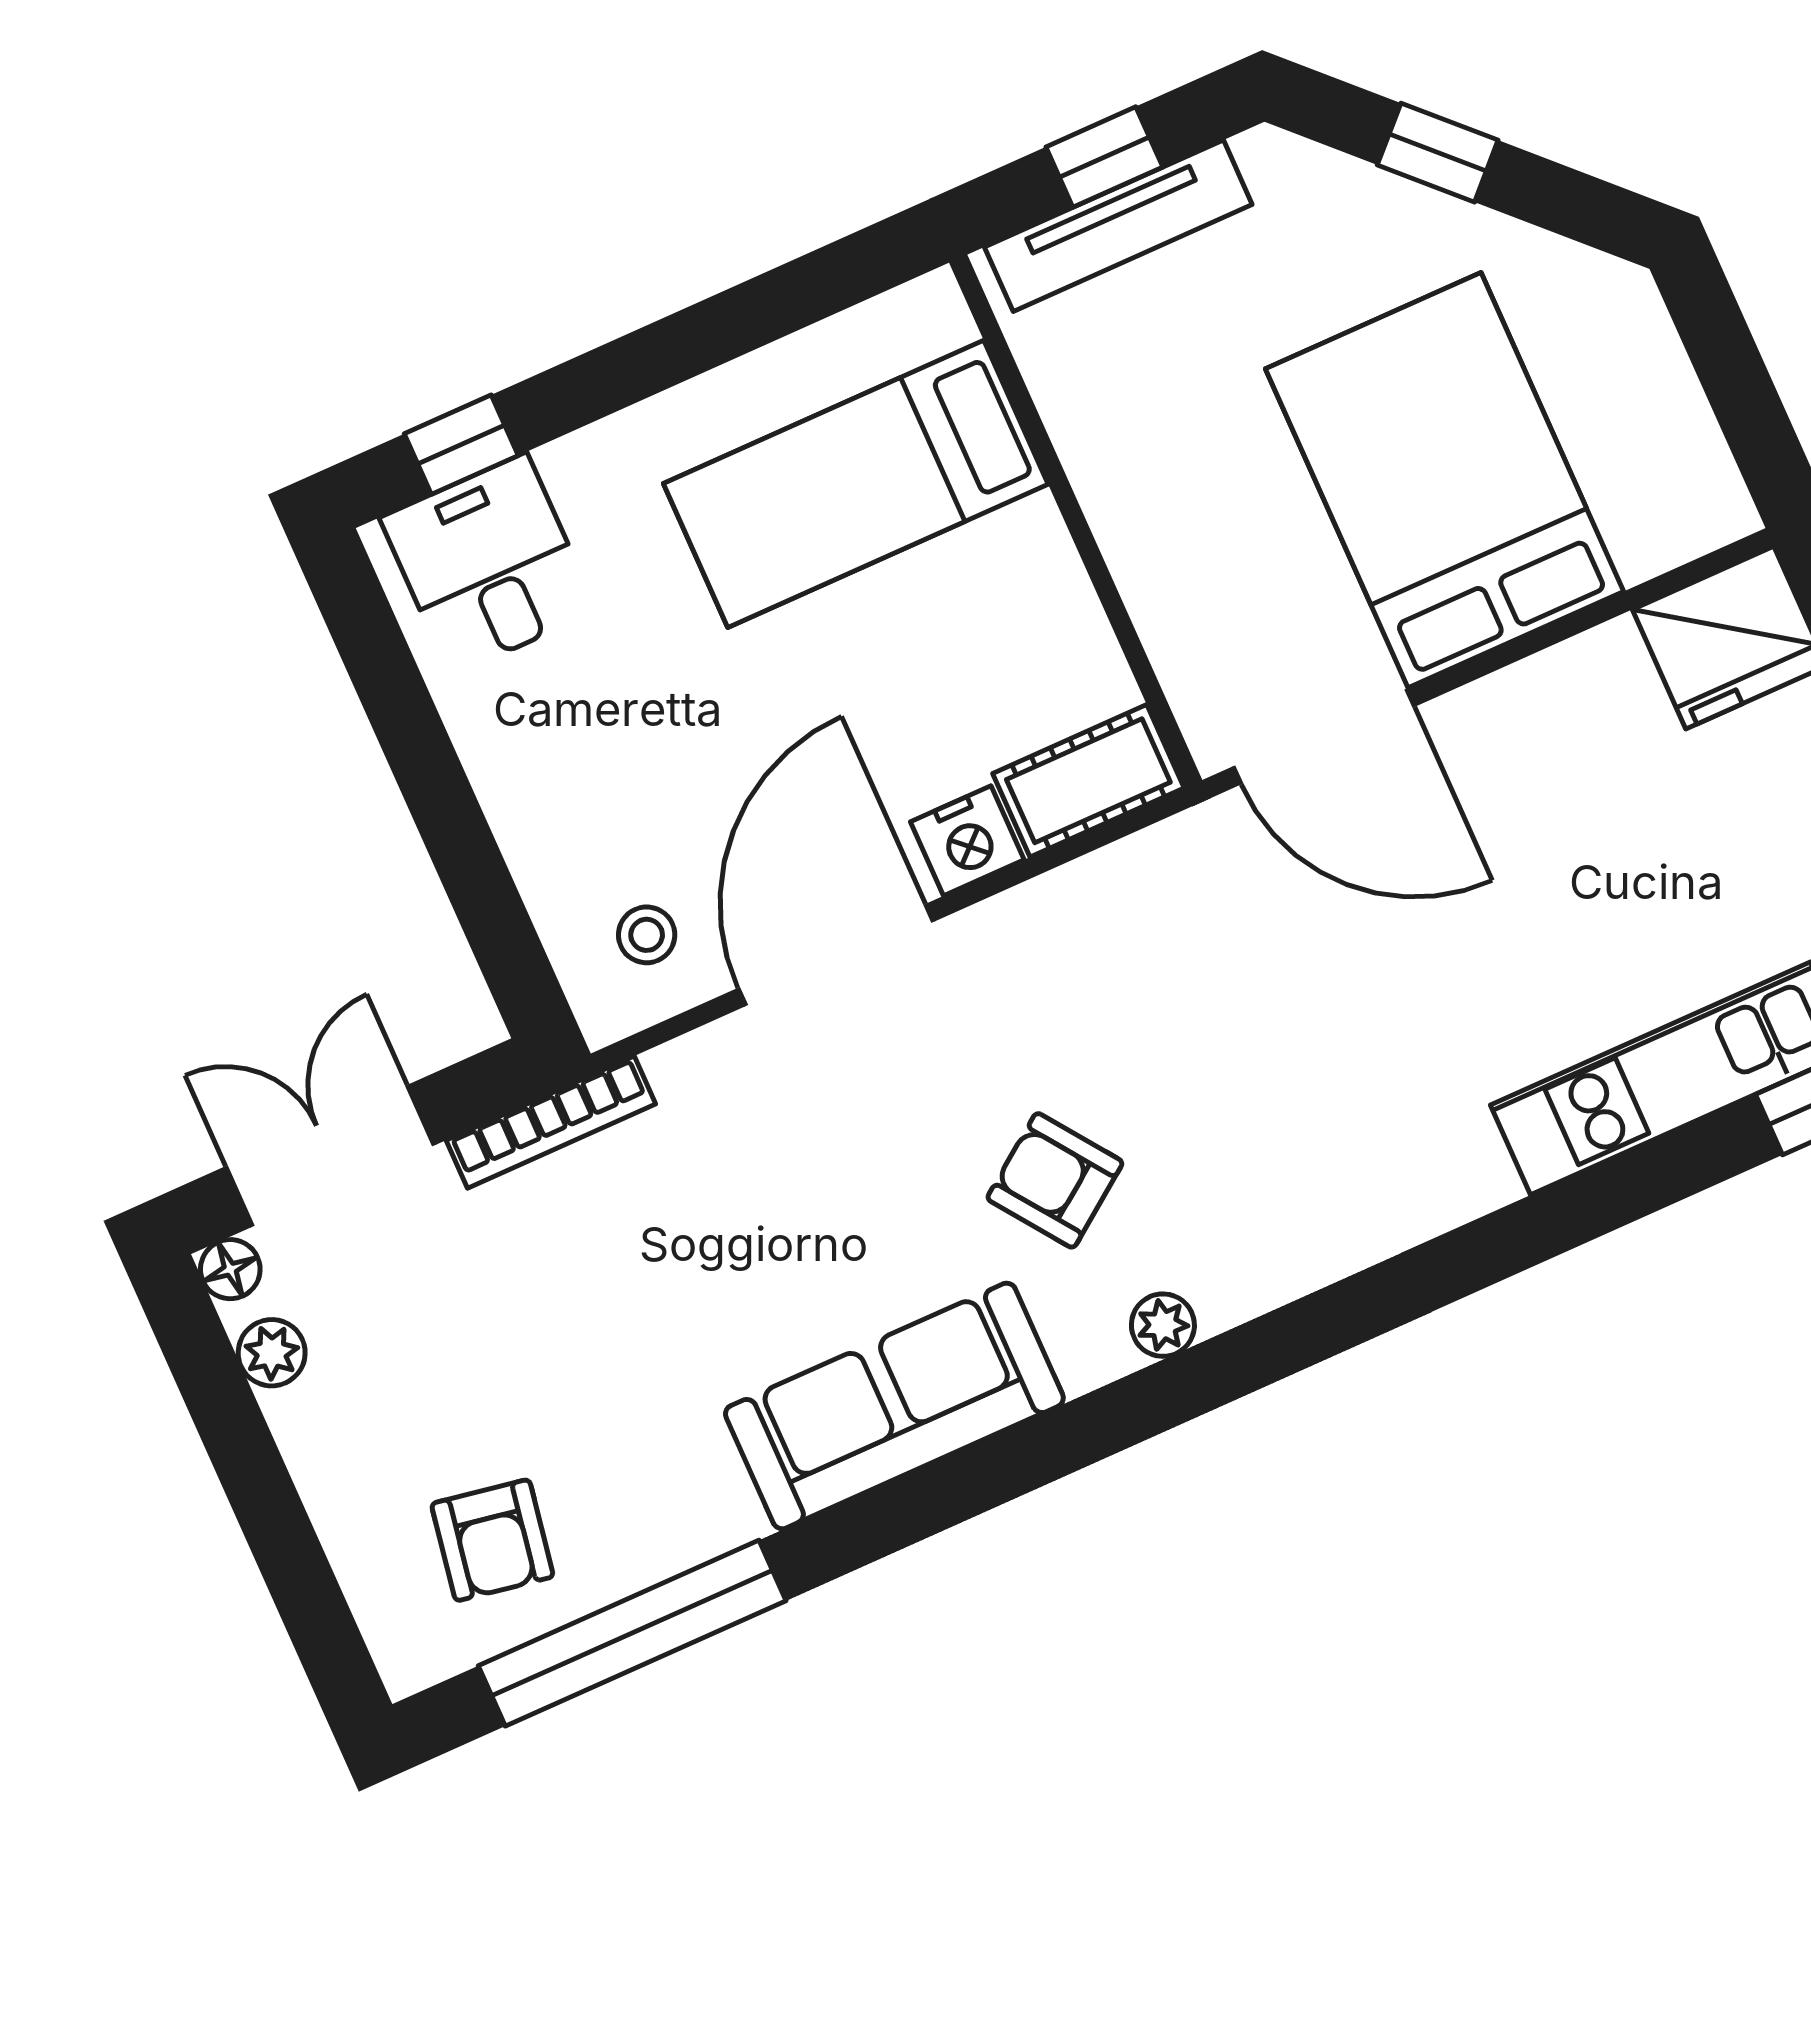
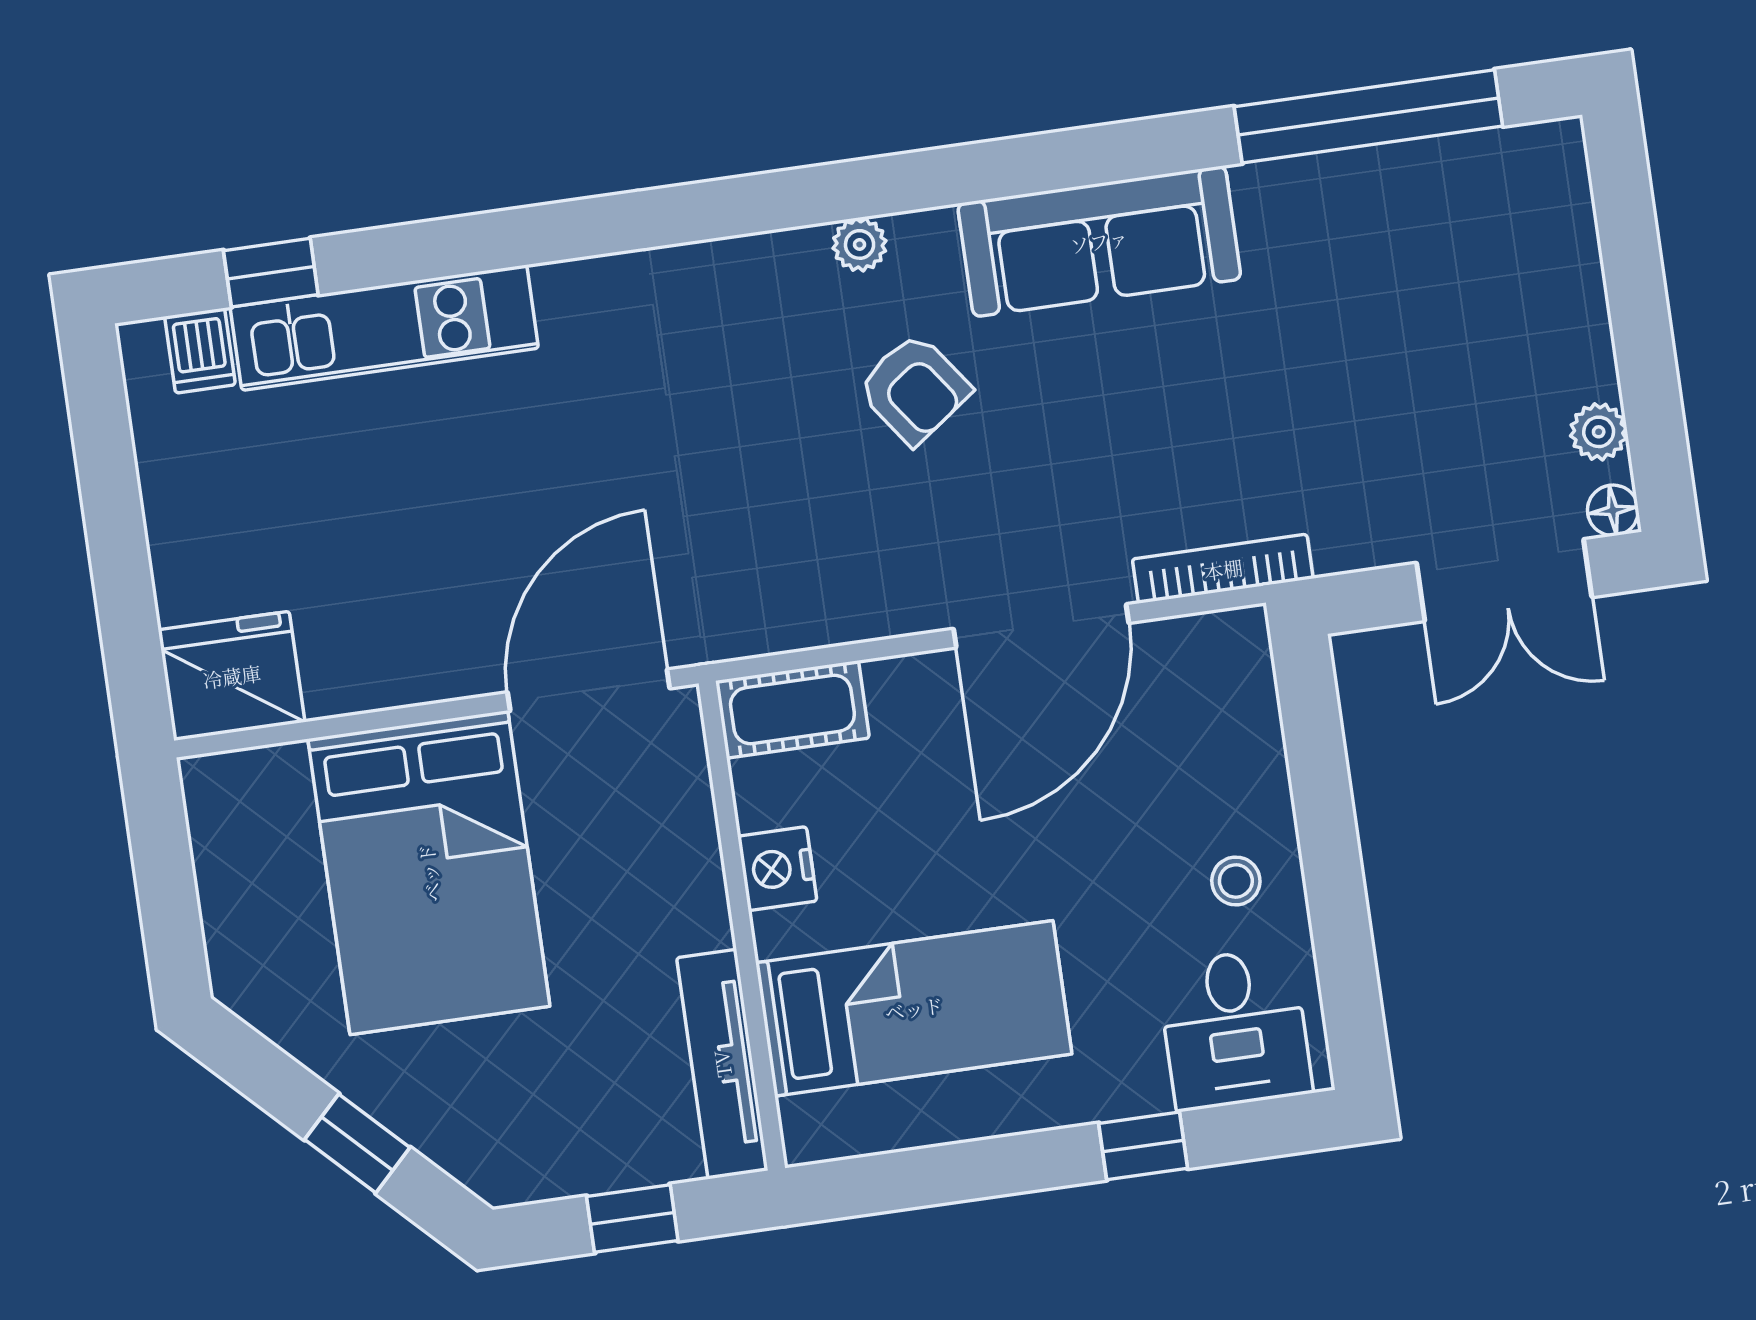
tv unit: (1118, 226) -> (722, 1064), moved, turned -90
window: (461, 445) -> (1143, 1146), moved
door: (1324, 737) -> (589, 690), hinge flipped
nightstand: (967, 841) -> (777, 869), moved, turned -90
stool: (647, 935) -> (1236, 881), moved
bookcase: (551, 1122) -> (1223, 569), moved
armchair: (492, 1540) -> (1461, 226), removed

